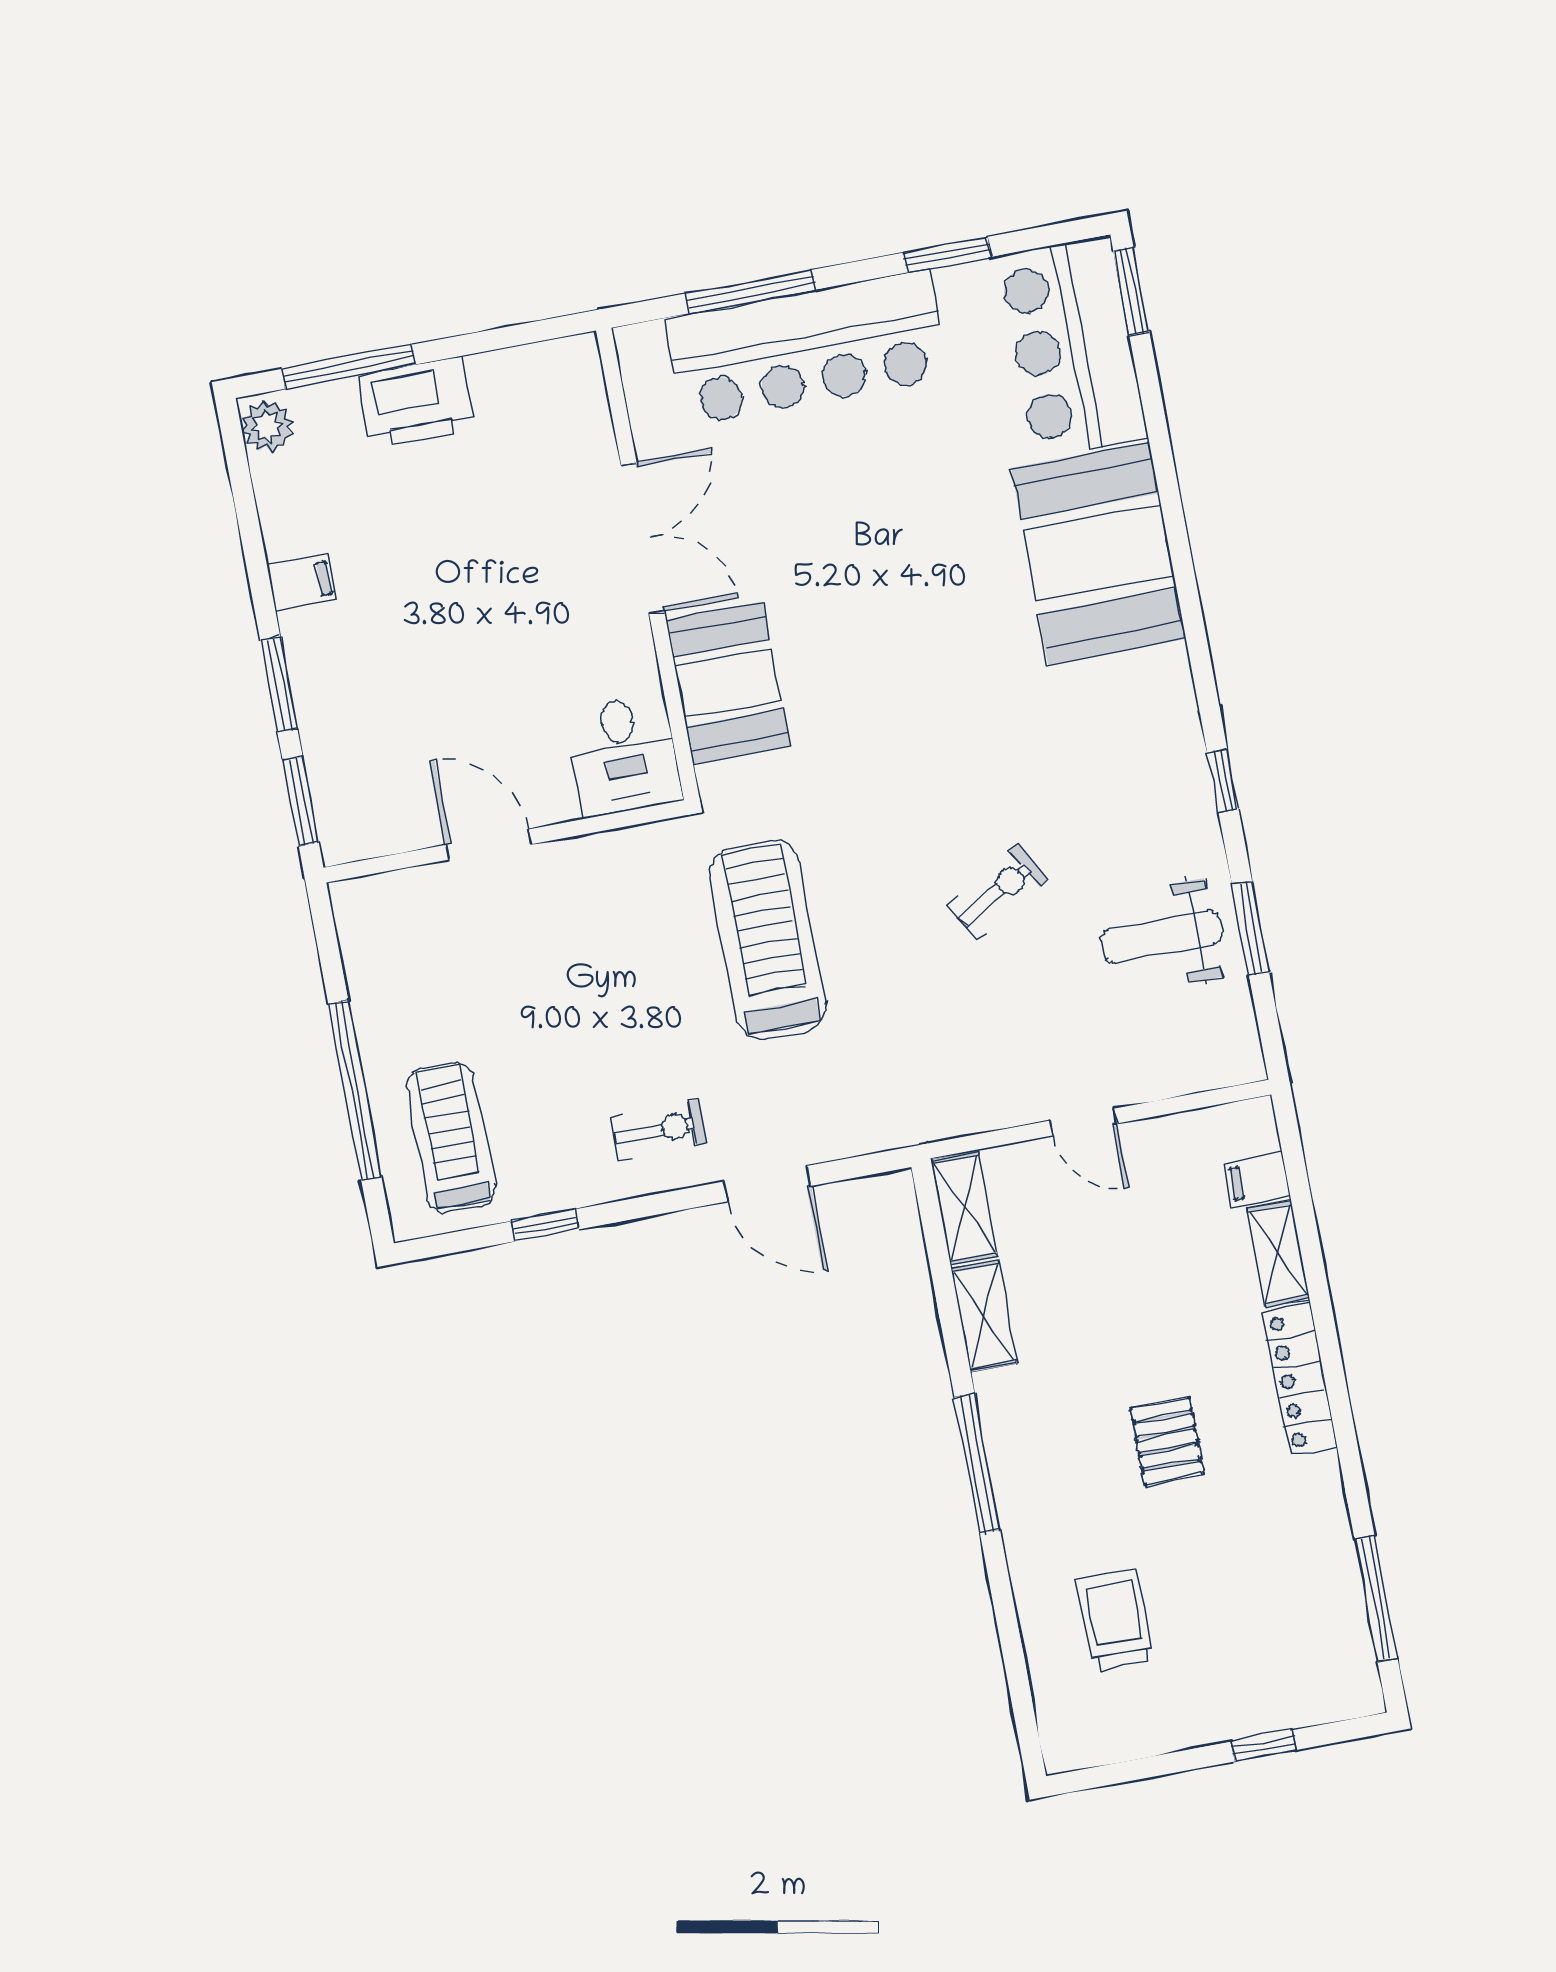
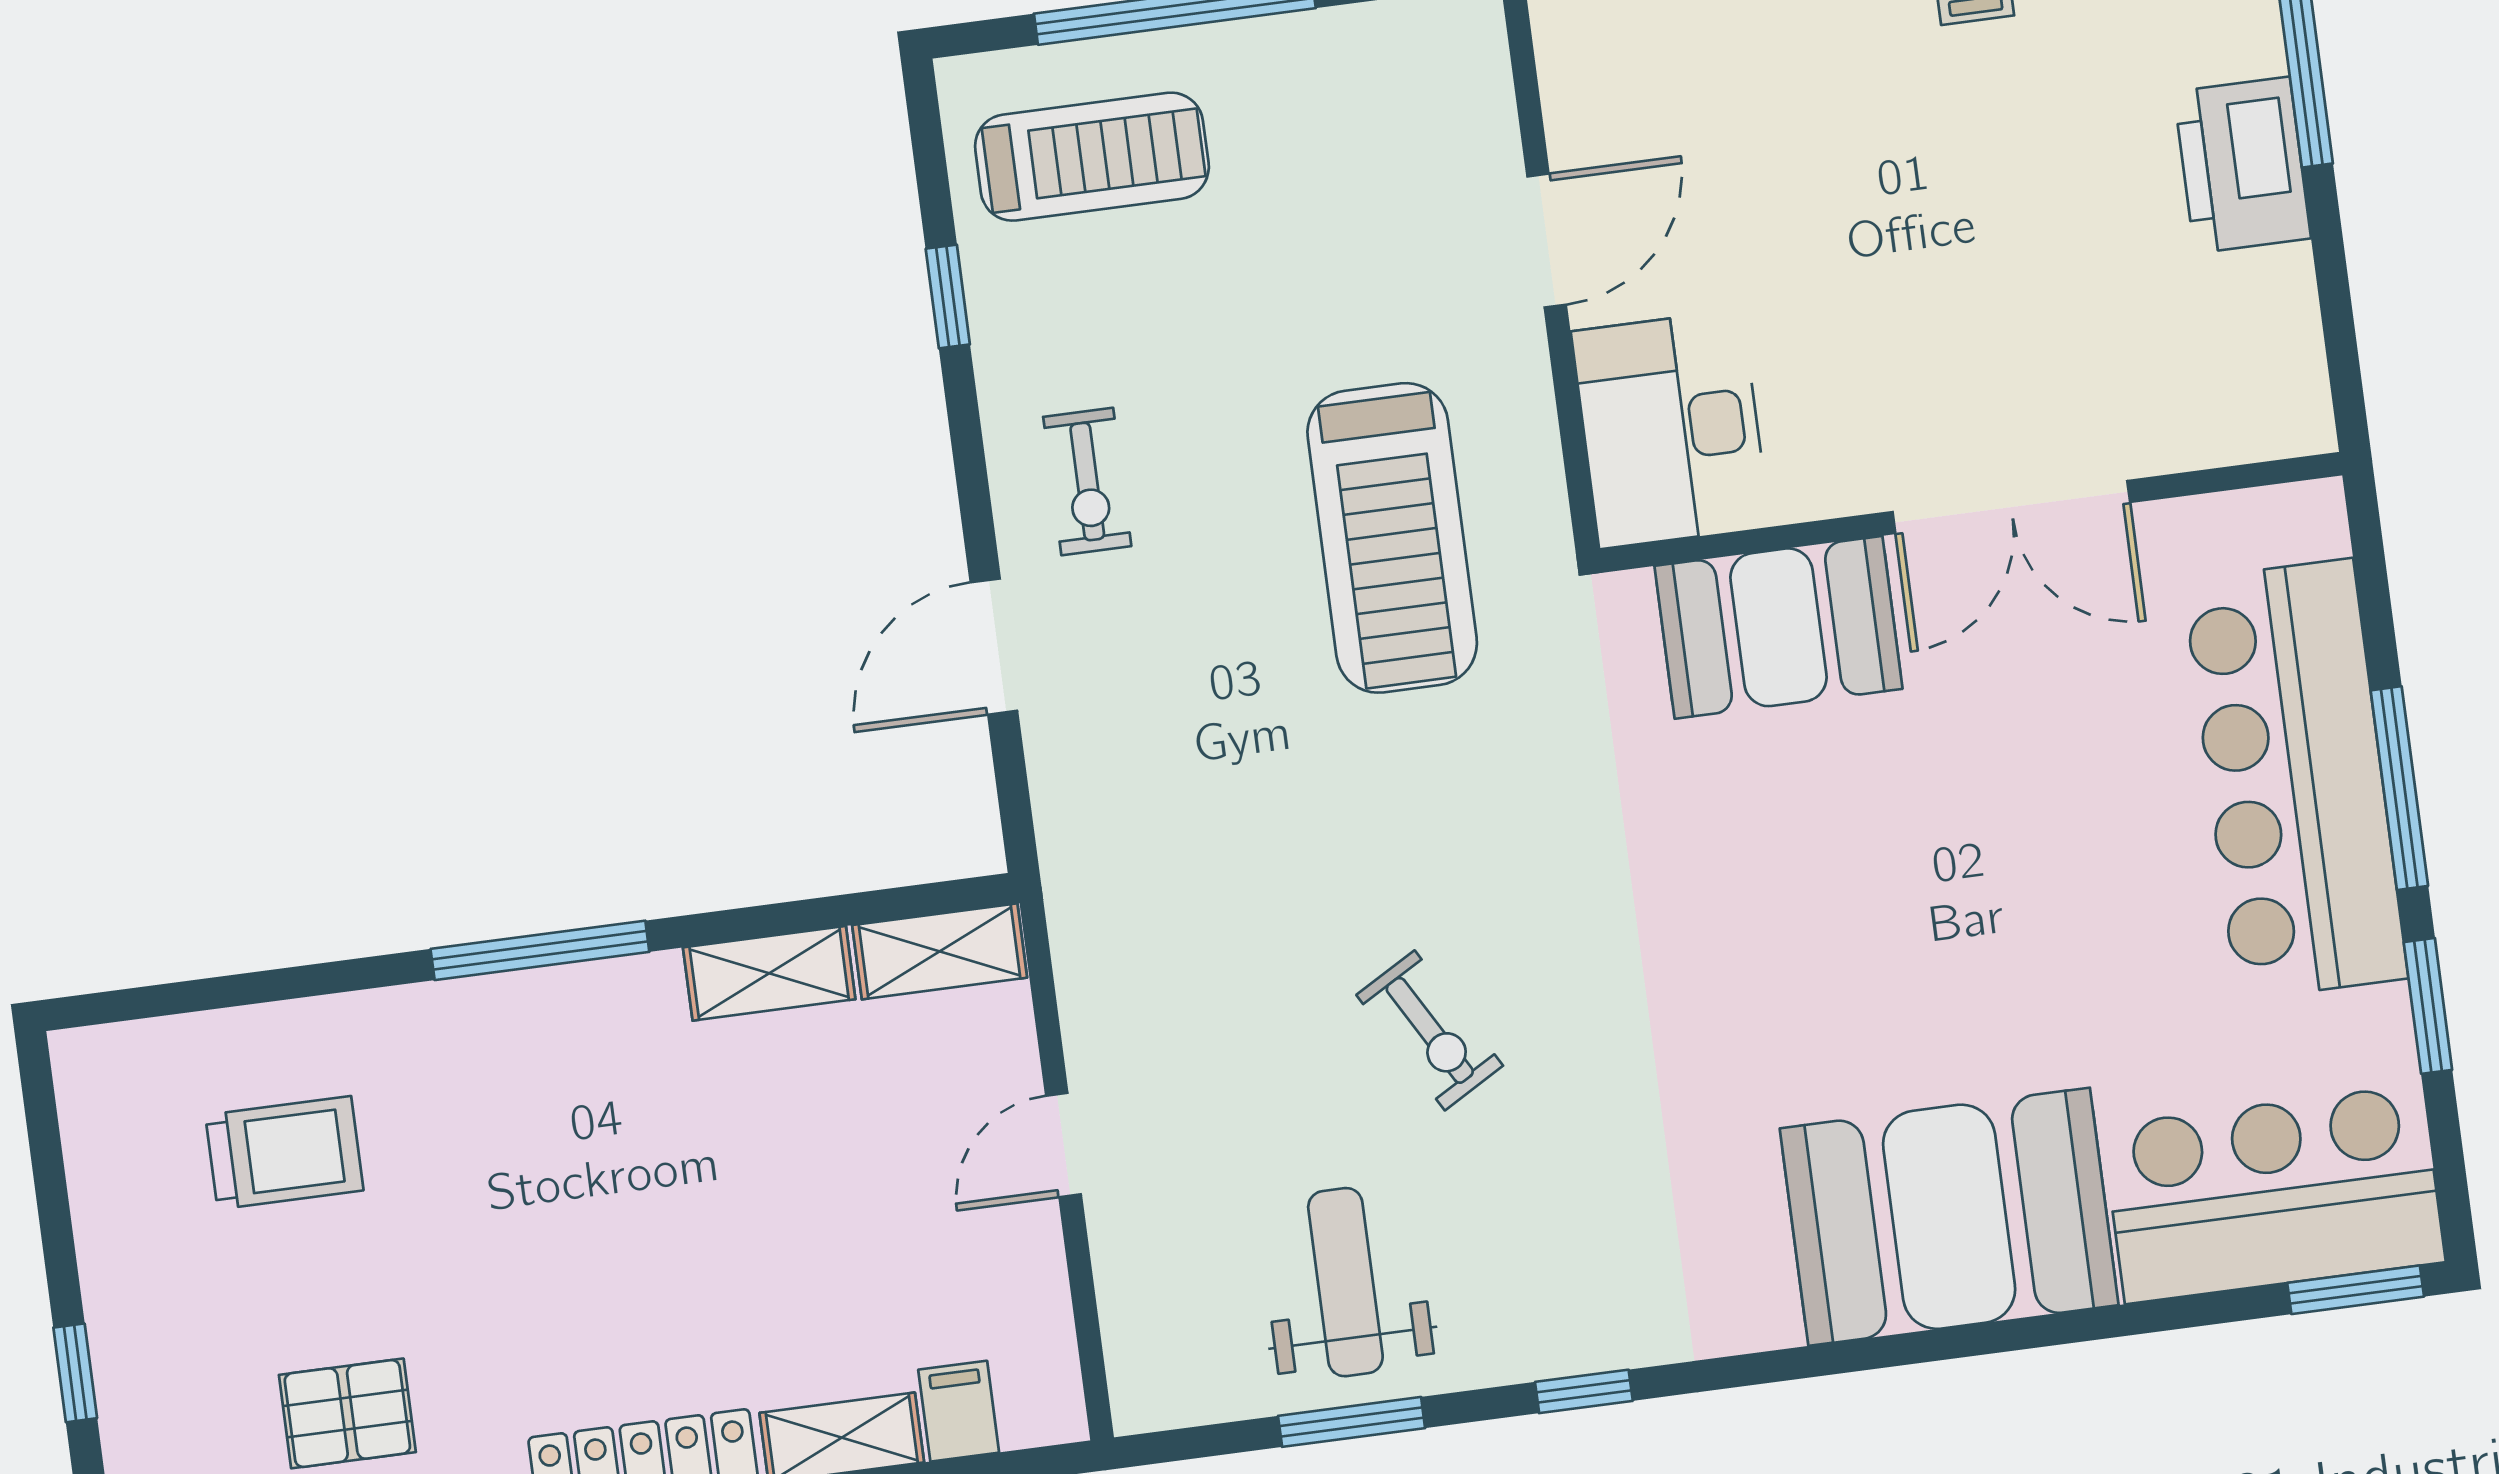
window: (750, 292) -> (2399, 788), moved
desk: (624, 755) -> (1671, 429), width x1.37
treadmill: (768, 940) -> (1392, 538), moved, turned 90
pallet: (1167, 1441) -> (347, 1413), moved

